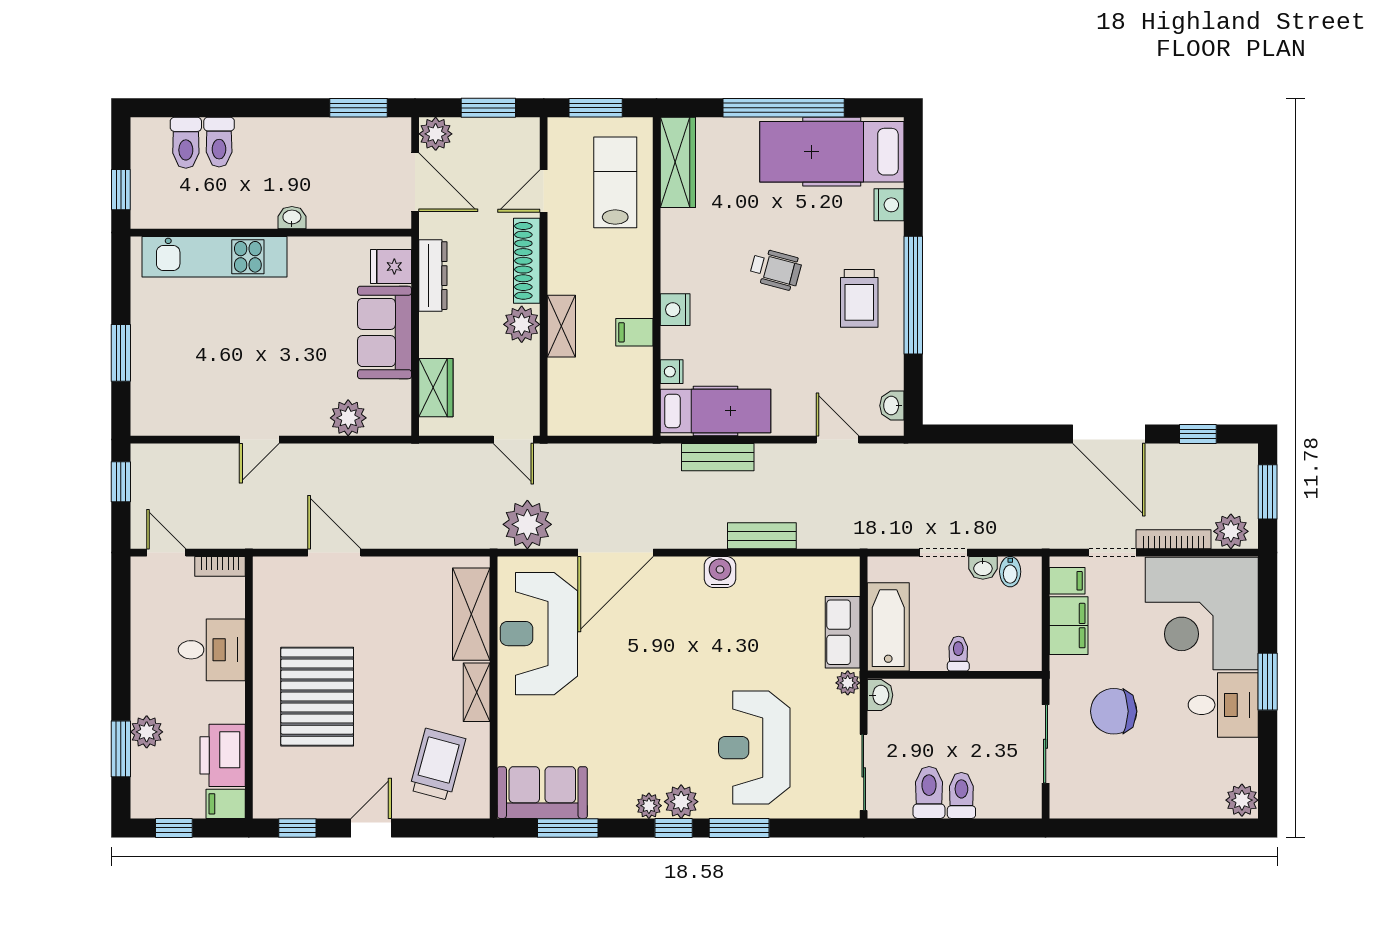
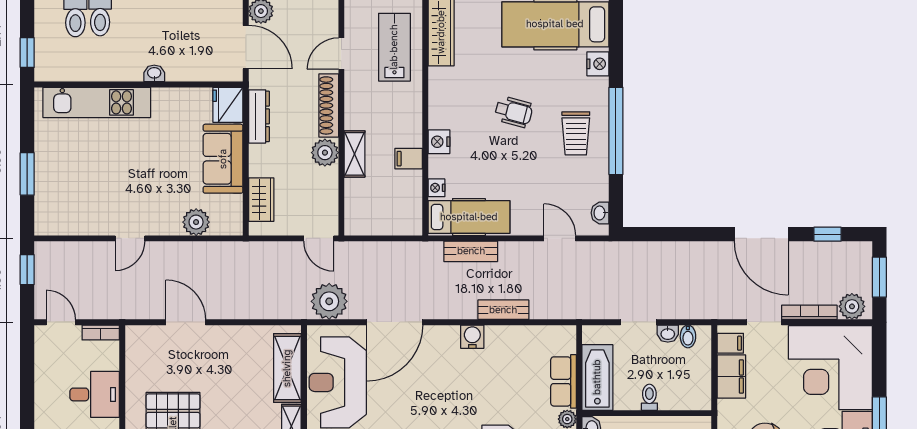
fridge: (391, 267) -> (228, 105), width x1.38

